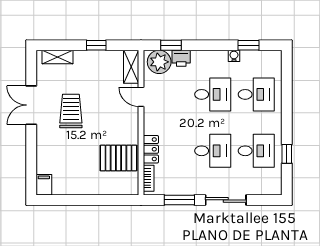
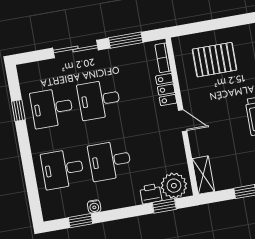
door: (141, 97) -> (183, 121), moved
pallet: (118, 158) -> (215, 60), moved

